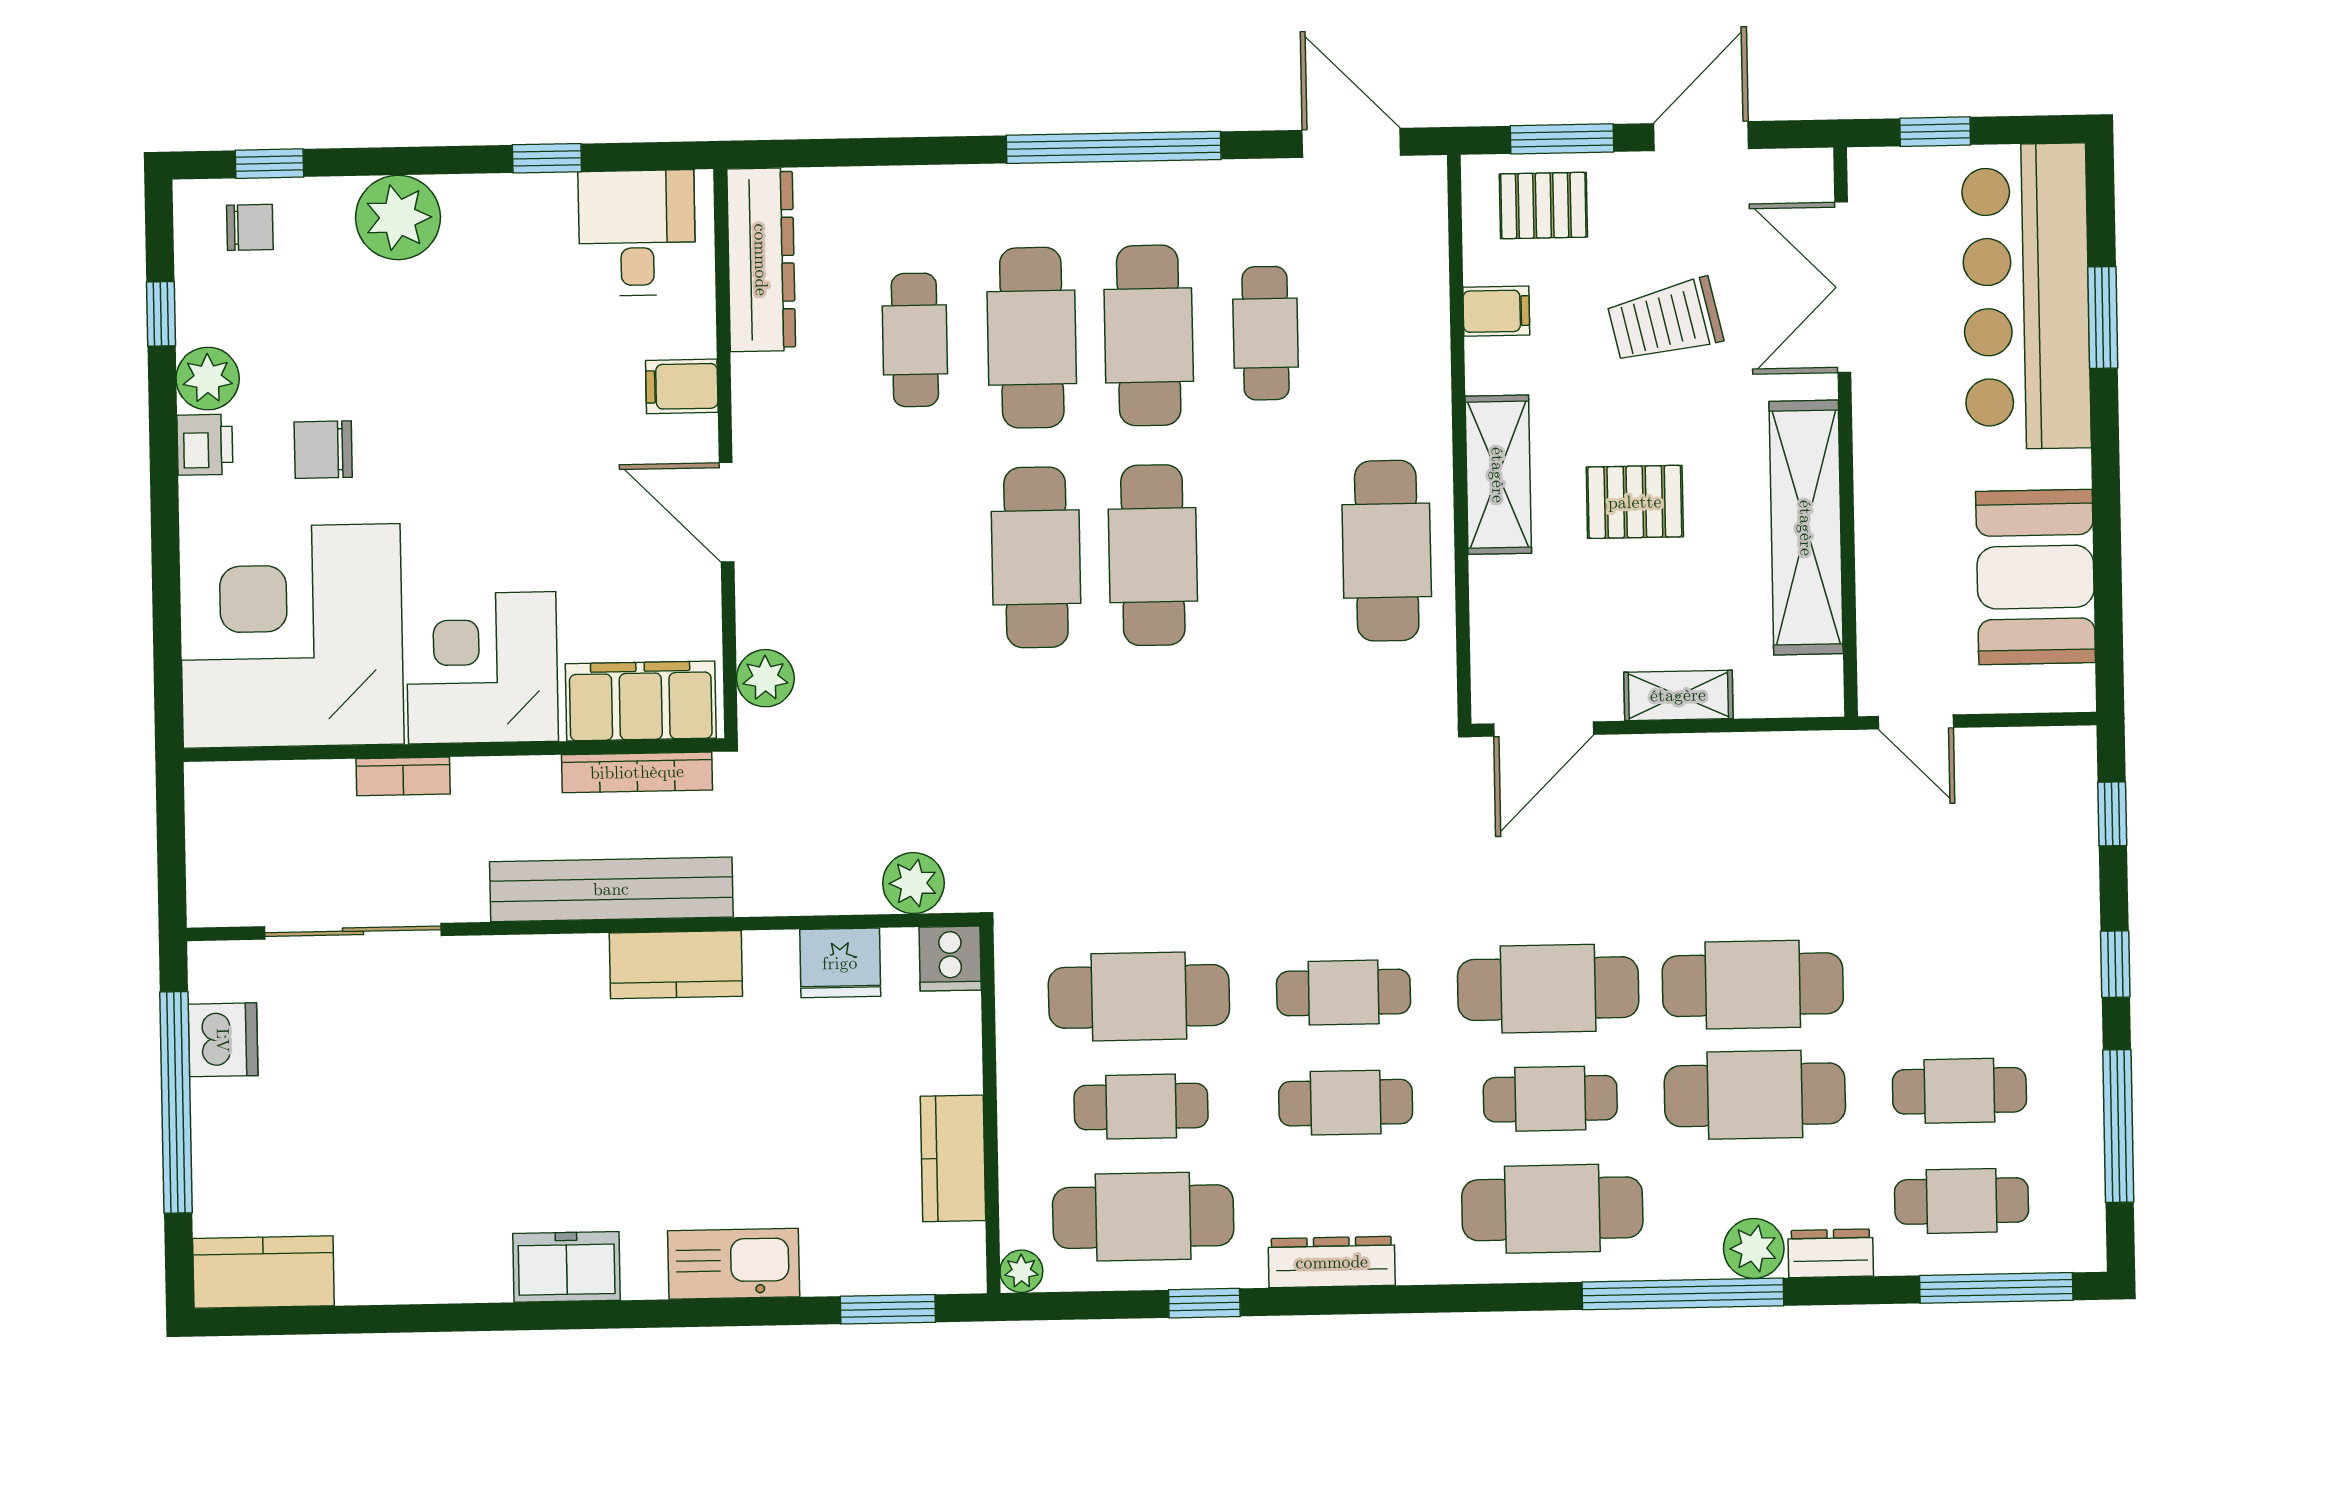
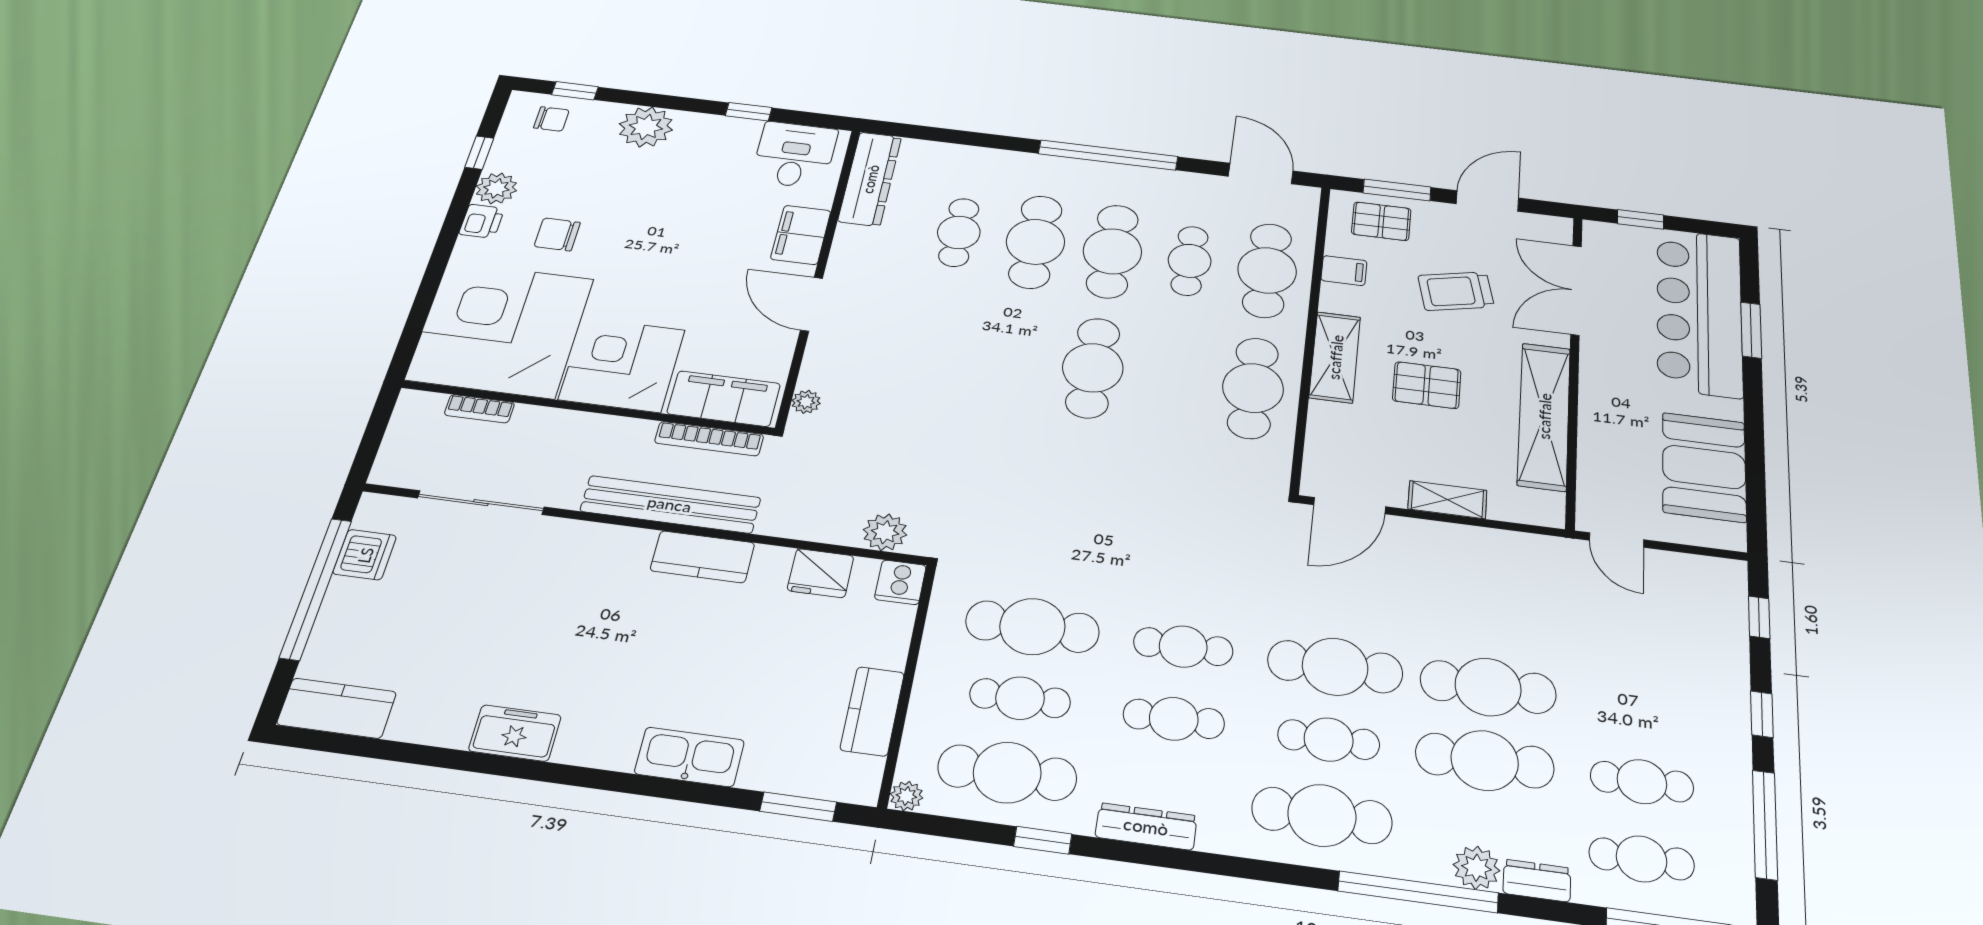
filing cabinet: (682, 386) -> (801, 235), width x2.00
cafe table: (1036, 557) -> (1267, 270), moved
plant: (765, 678) -> (806, 402), width x0.73, depth x0.73
bookcase: (403, 776) -> (479, 409), moved
freezer: (567, 1267) -> (515, 733), moved

